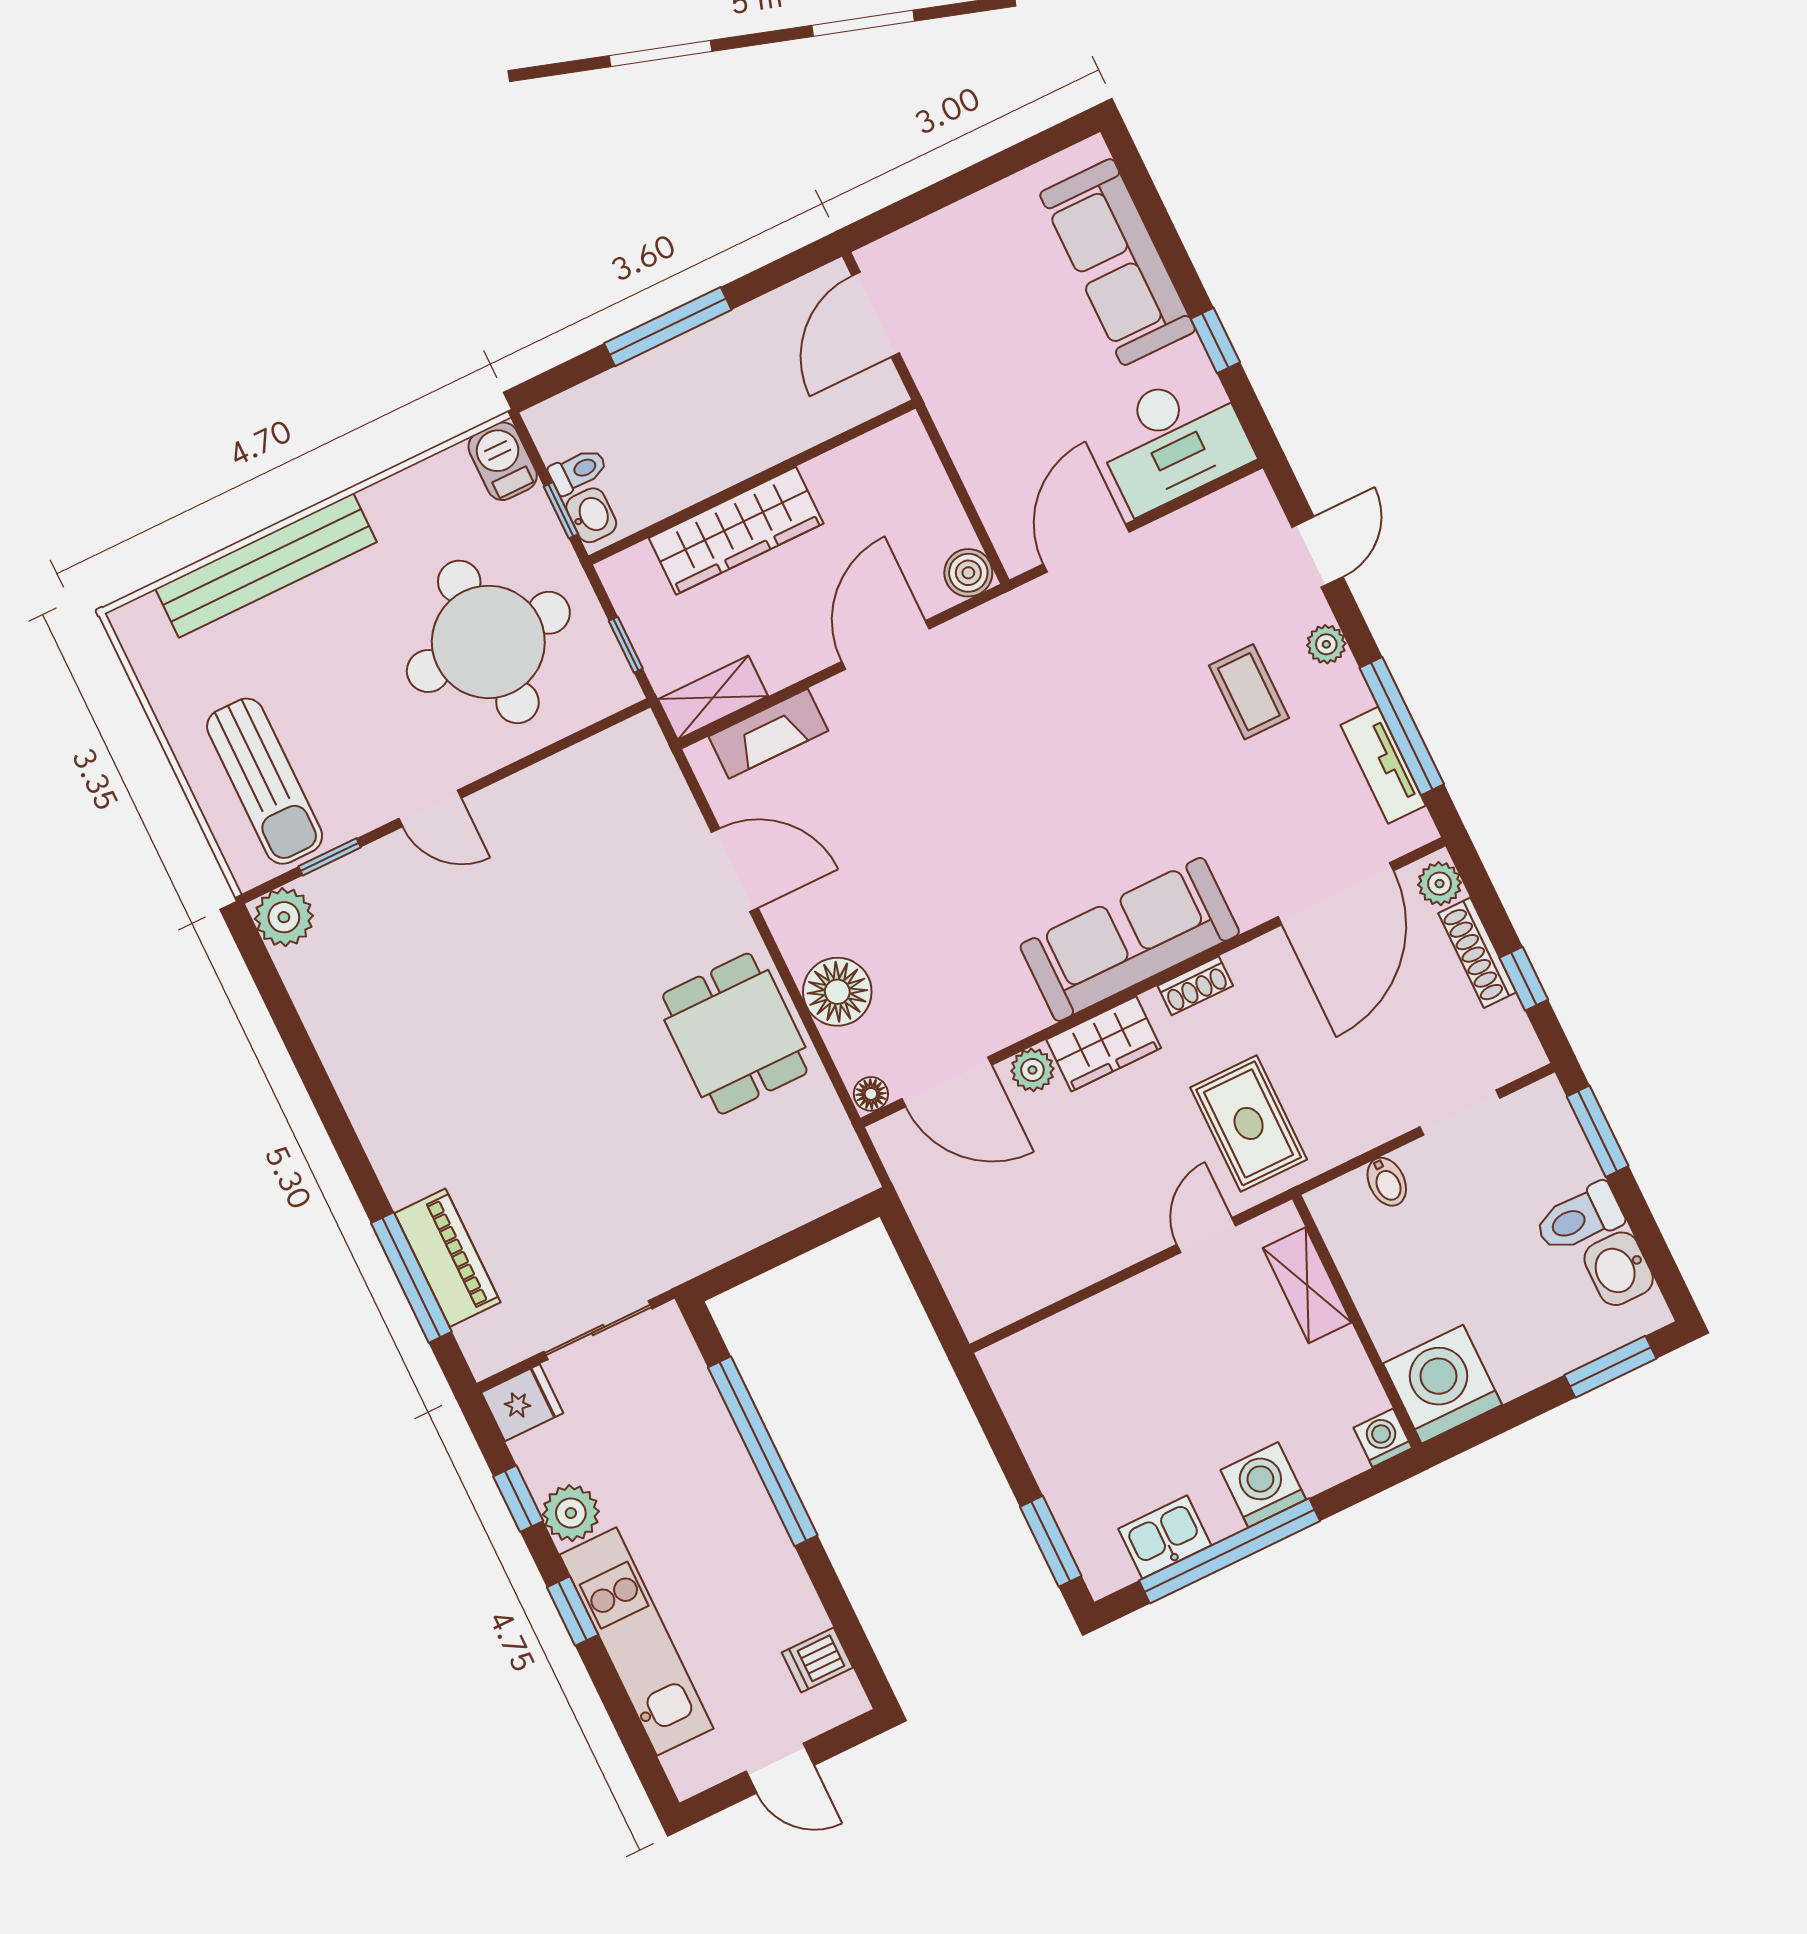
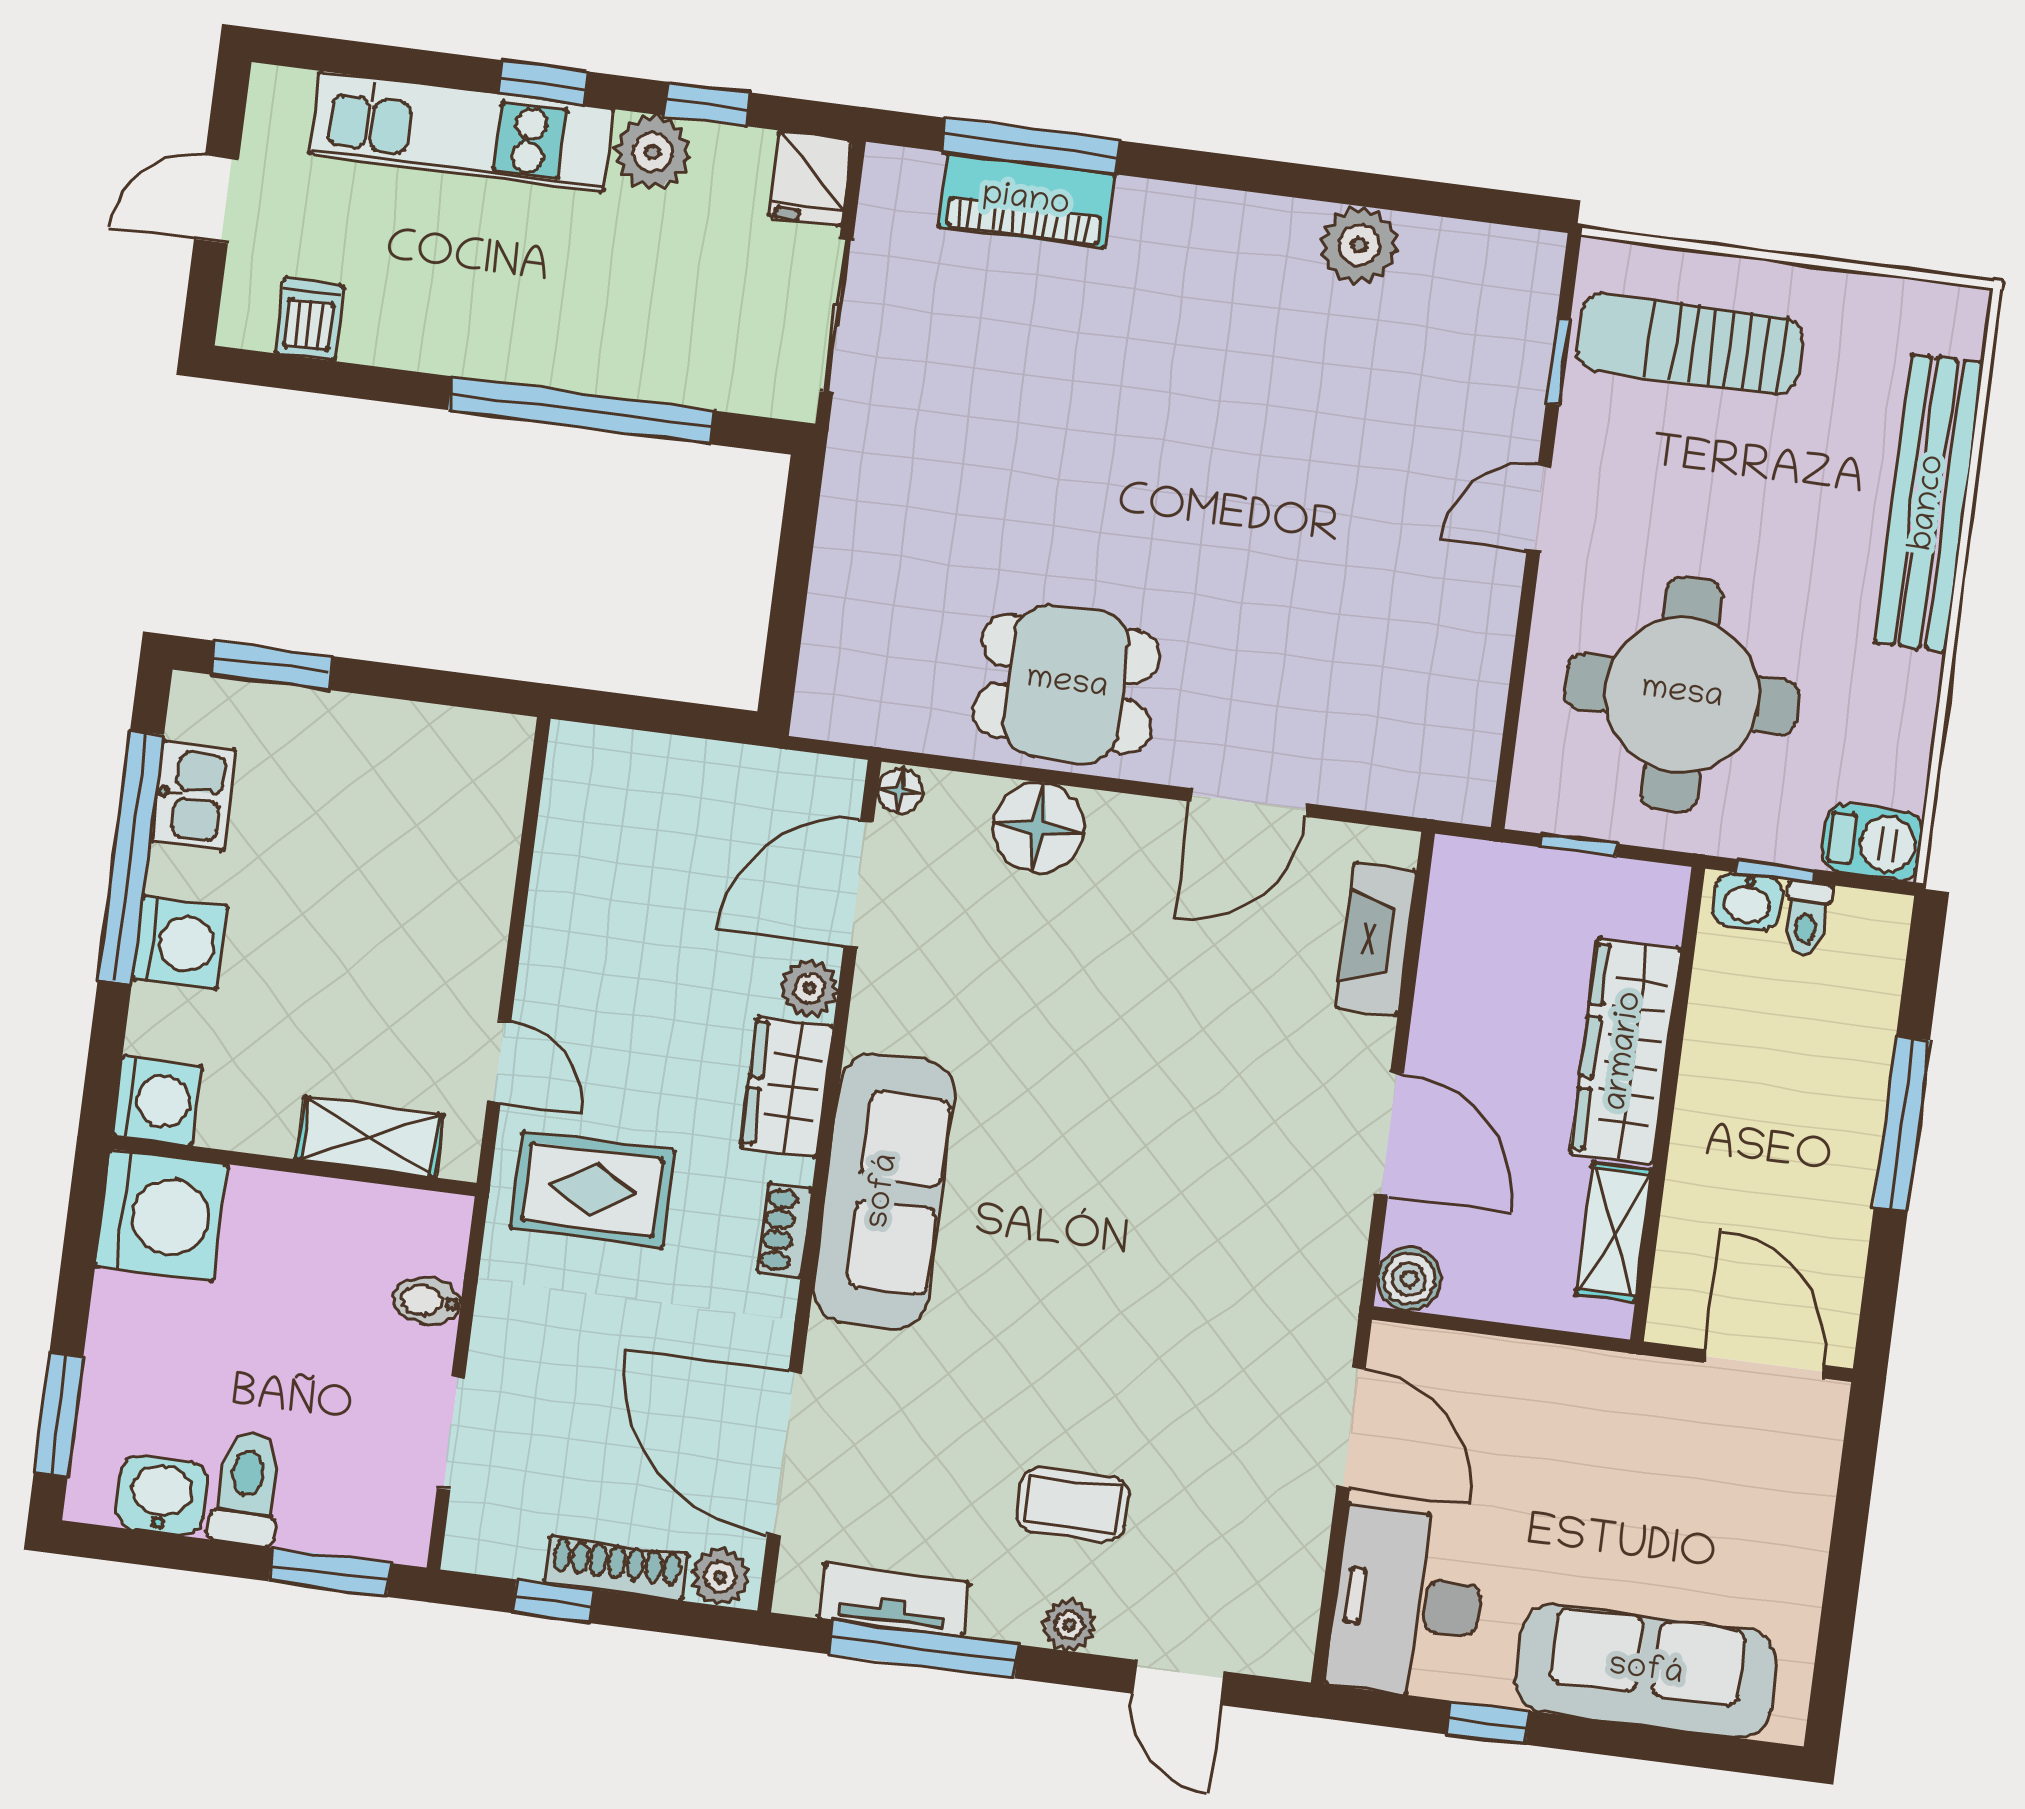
shelving: (713, 698) -> (1614, 1232), moved
plant: (284, 917) -> (1359, 245), moved
washing machine: (1383, 1438) -> (157, 1101), width x1.38, depth x1.38

